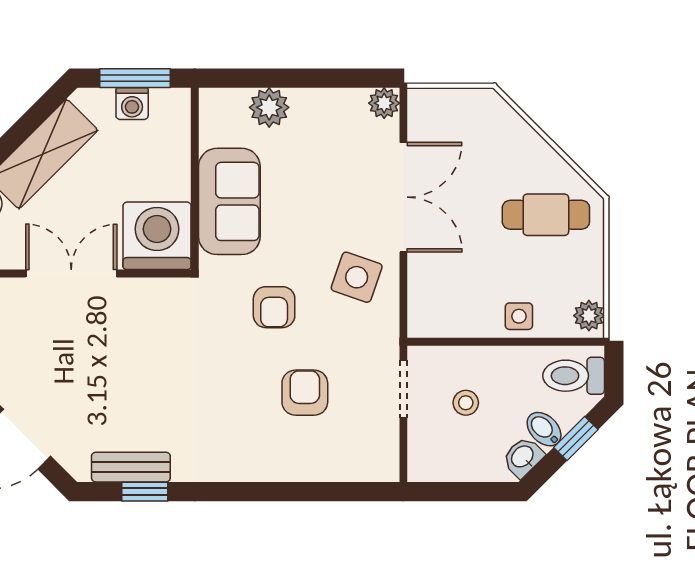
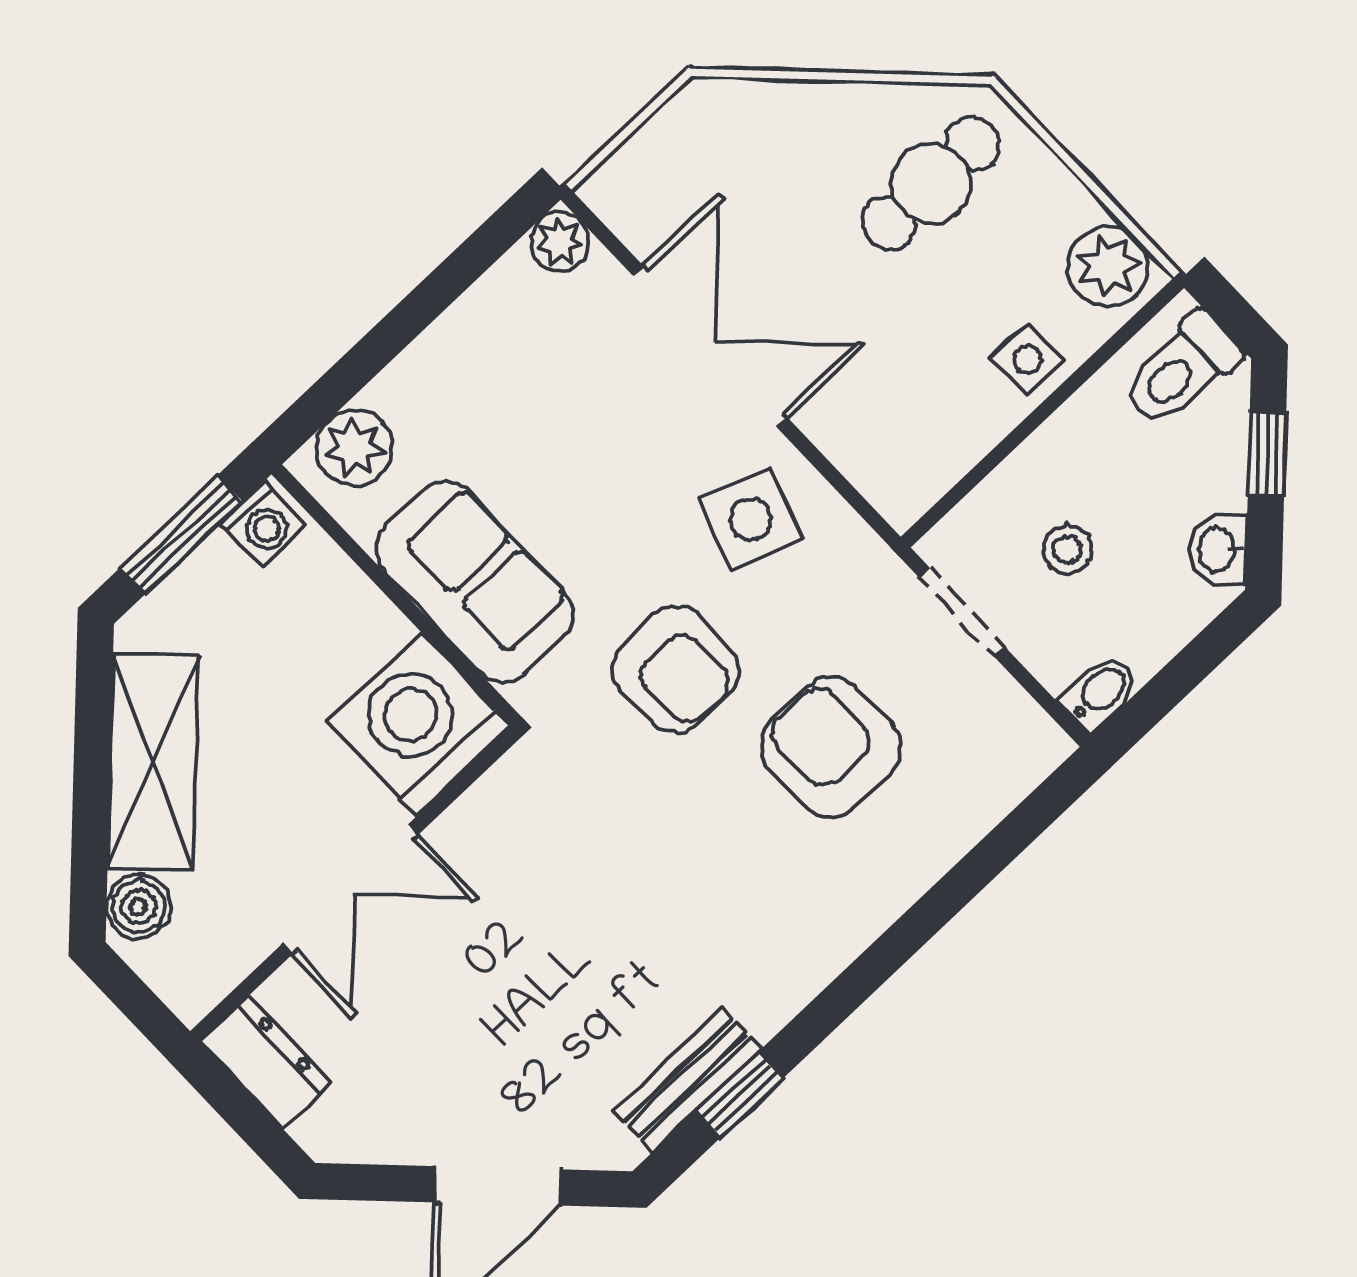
washing machine: (132, 104) -> (263, 525), moved
plant: (269, 107) -> (354, 448), moved
double door: (71, 273) -> (350, 890), swing flipped
armchair: (274, 307) -> (676, 669), width x1.38, depth x1.38
plant: (589, 316) -> (1108, 266), width x1.38, depth x1.38
armchair: (305, 393) -> (831, 747), width x1.38, depth x1.38
bidet: (544, 429) -> (1100, 692), moved, turned 135

